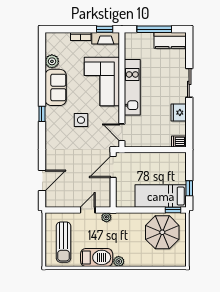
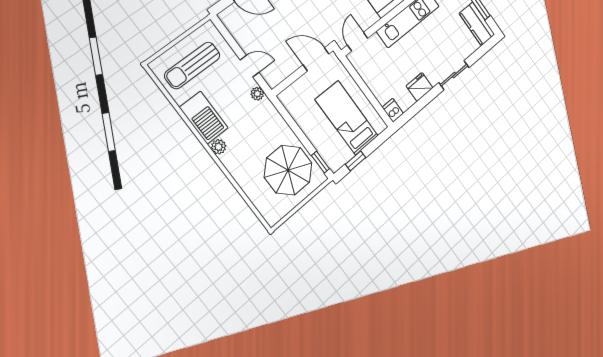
bed: (161, 196) -> (347, 118), moved

